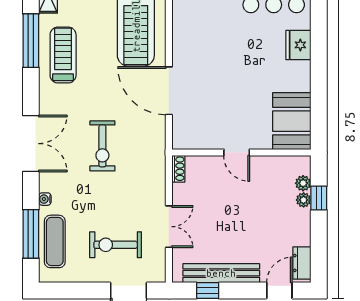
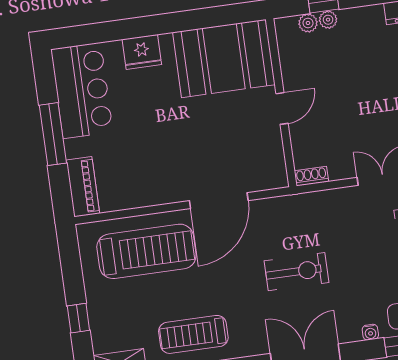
booth: (292, 121) -> (224, 59), width x1.36, depth x1.42

